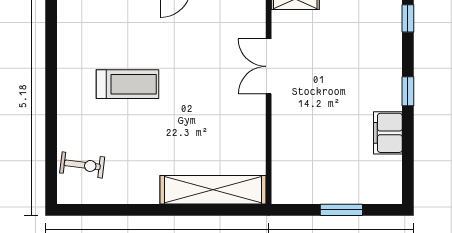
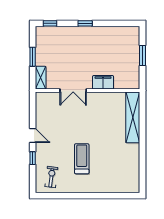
filing cabinet: (388, 133) -> (103, 82), moved, turned 180
exercise bike: (82, 165) -> (51, 177), moved

